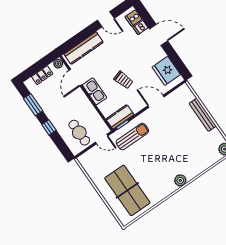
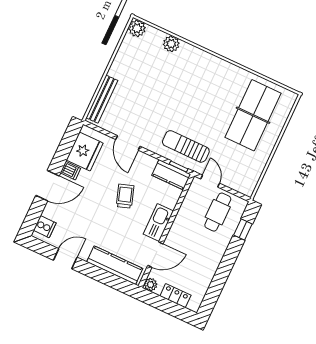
door: (106, 19) -> (65, 259), hinge flipped
dishwasher: (140, 27) -> (70, 171), moved
door: (158, 35) -> (47, 186), swing flipped
window: (33, 105) -> (216, 286), removed
bench: (203, 115) -> (102, 99), moved
window: (49, 127) -> (243, 229), moved
plant: (180, 180) -> (171, 44), moved

